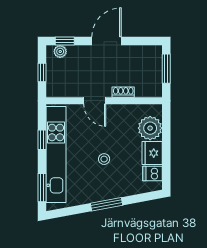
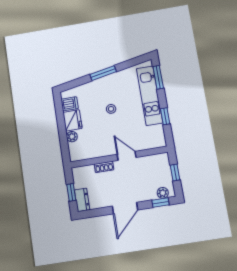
dresser: (155, 58) -> (82, 200), added
window: (166, 69) -> (71, 192), width x0.67
plant: (150, 128) -> (72, 137), width x0.53, depth x0.53
kitchen unit: (56, 155) -> (149, 96), width x0.73

